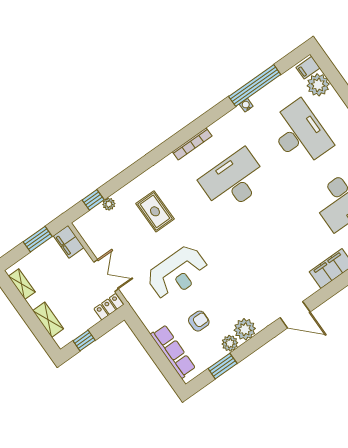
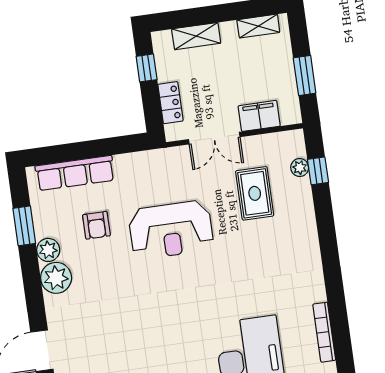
plant: (109, 204) -> (300, 168), moved
rug: (155, 211) -> (255, 193), moved, turned 90
filing cabinet: (69, 242) -> (259, 116), moved
reception desk: (178, 273) -> (171, 230), turned -90
locker: (109, 307) -> (171, 103), moved

